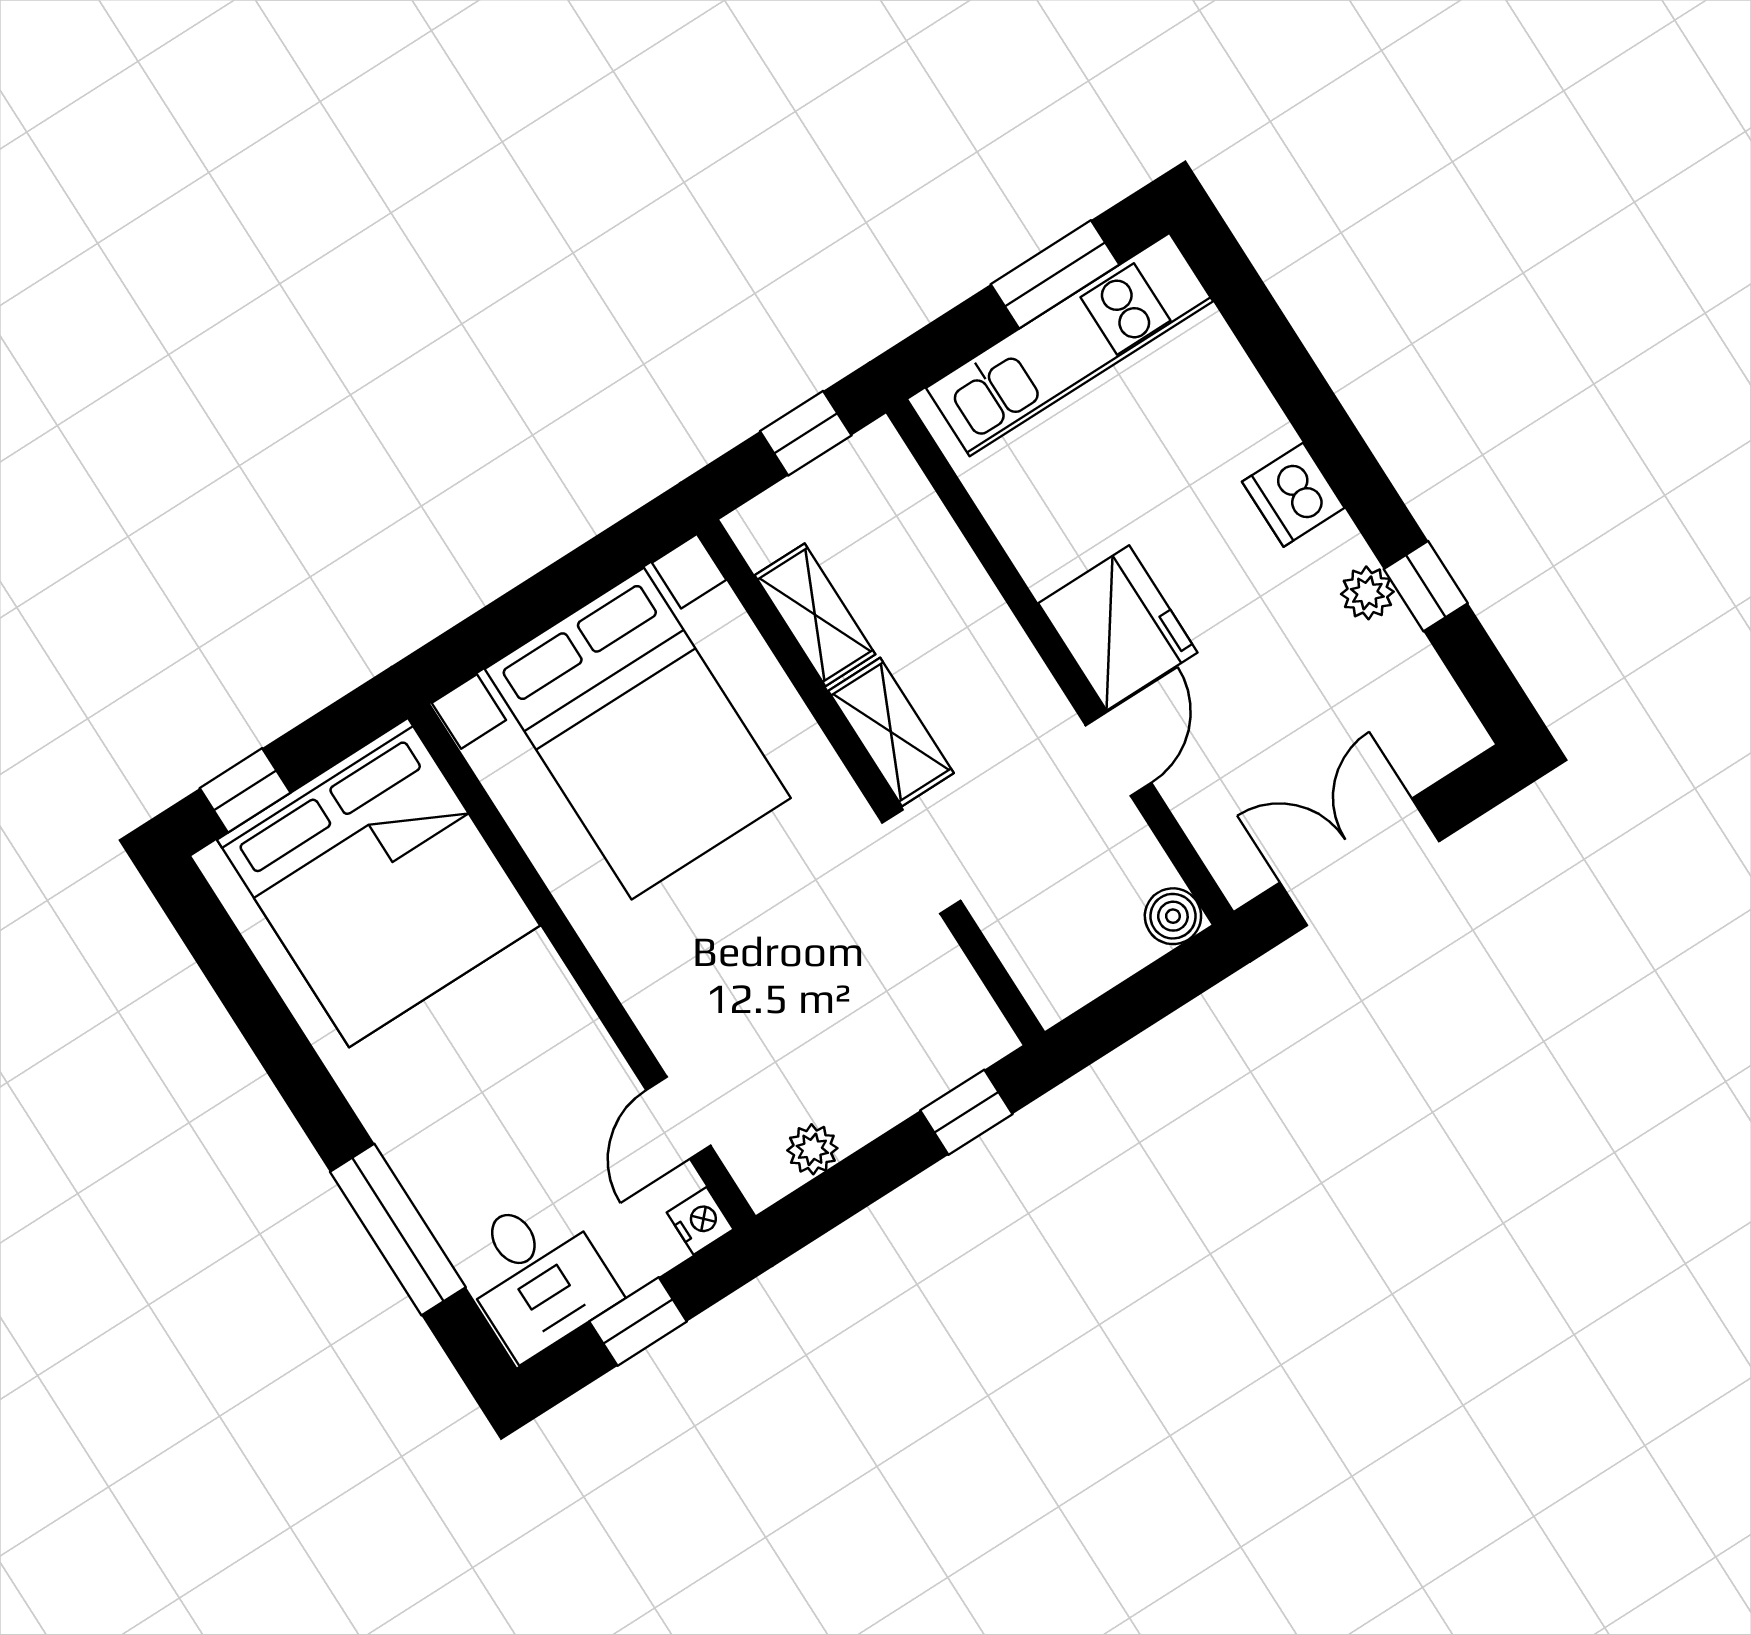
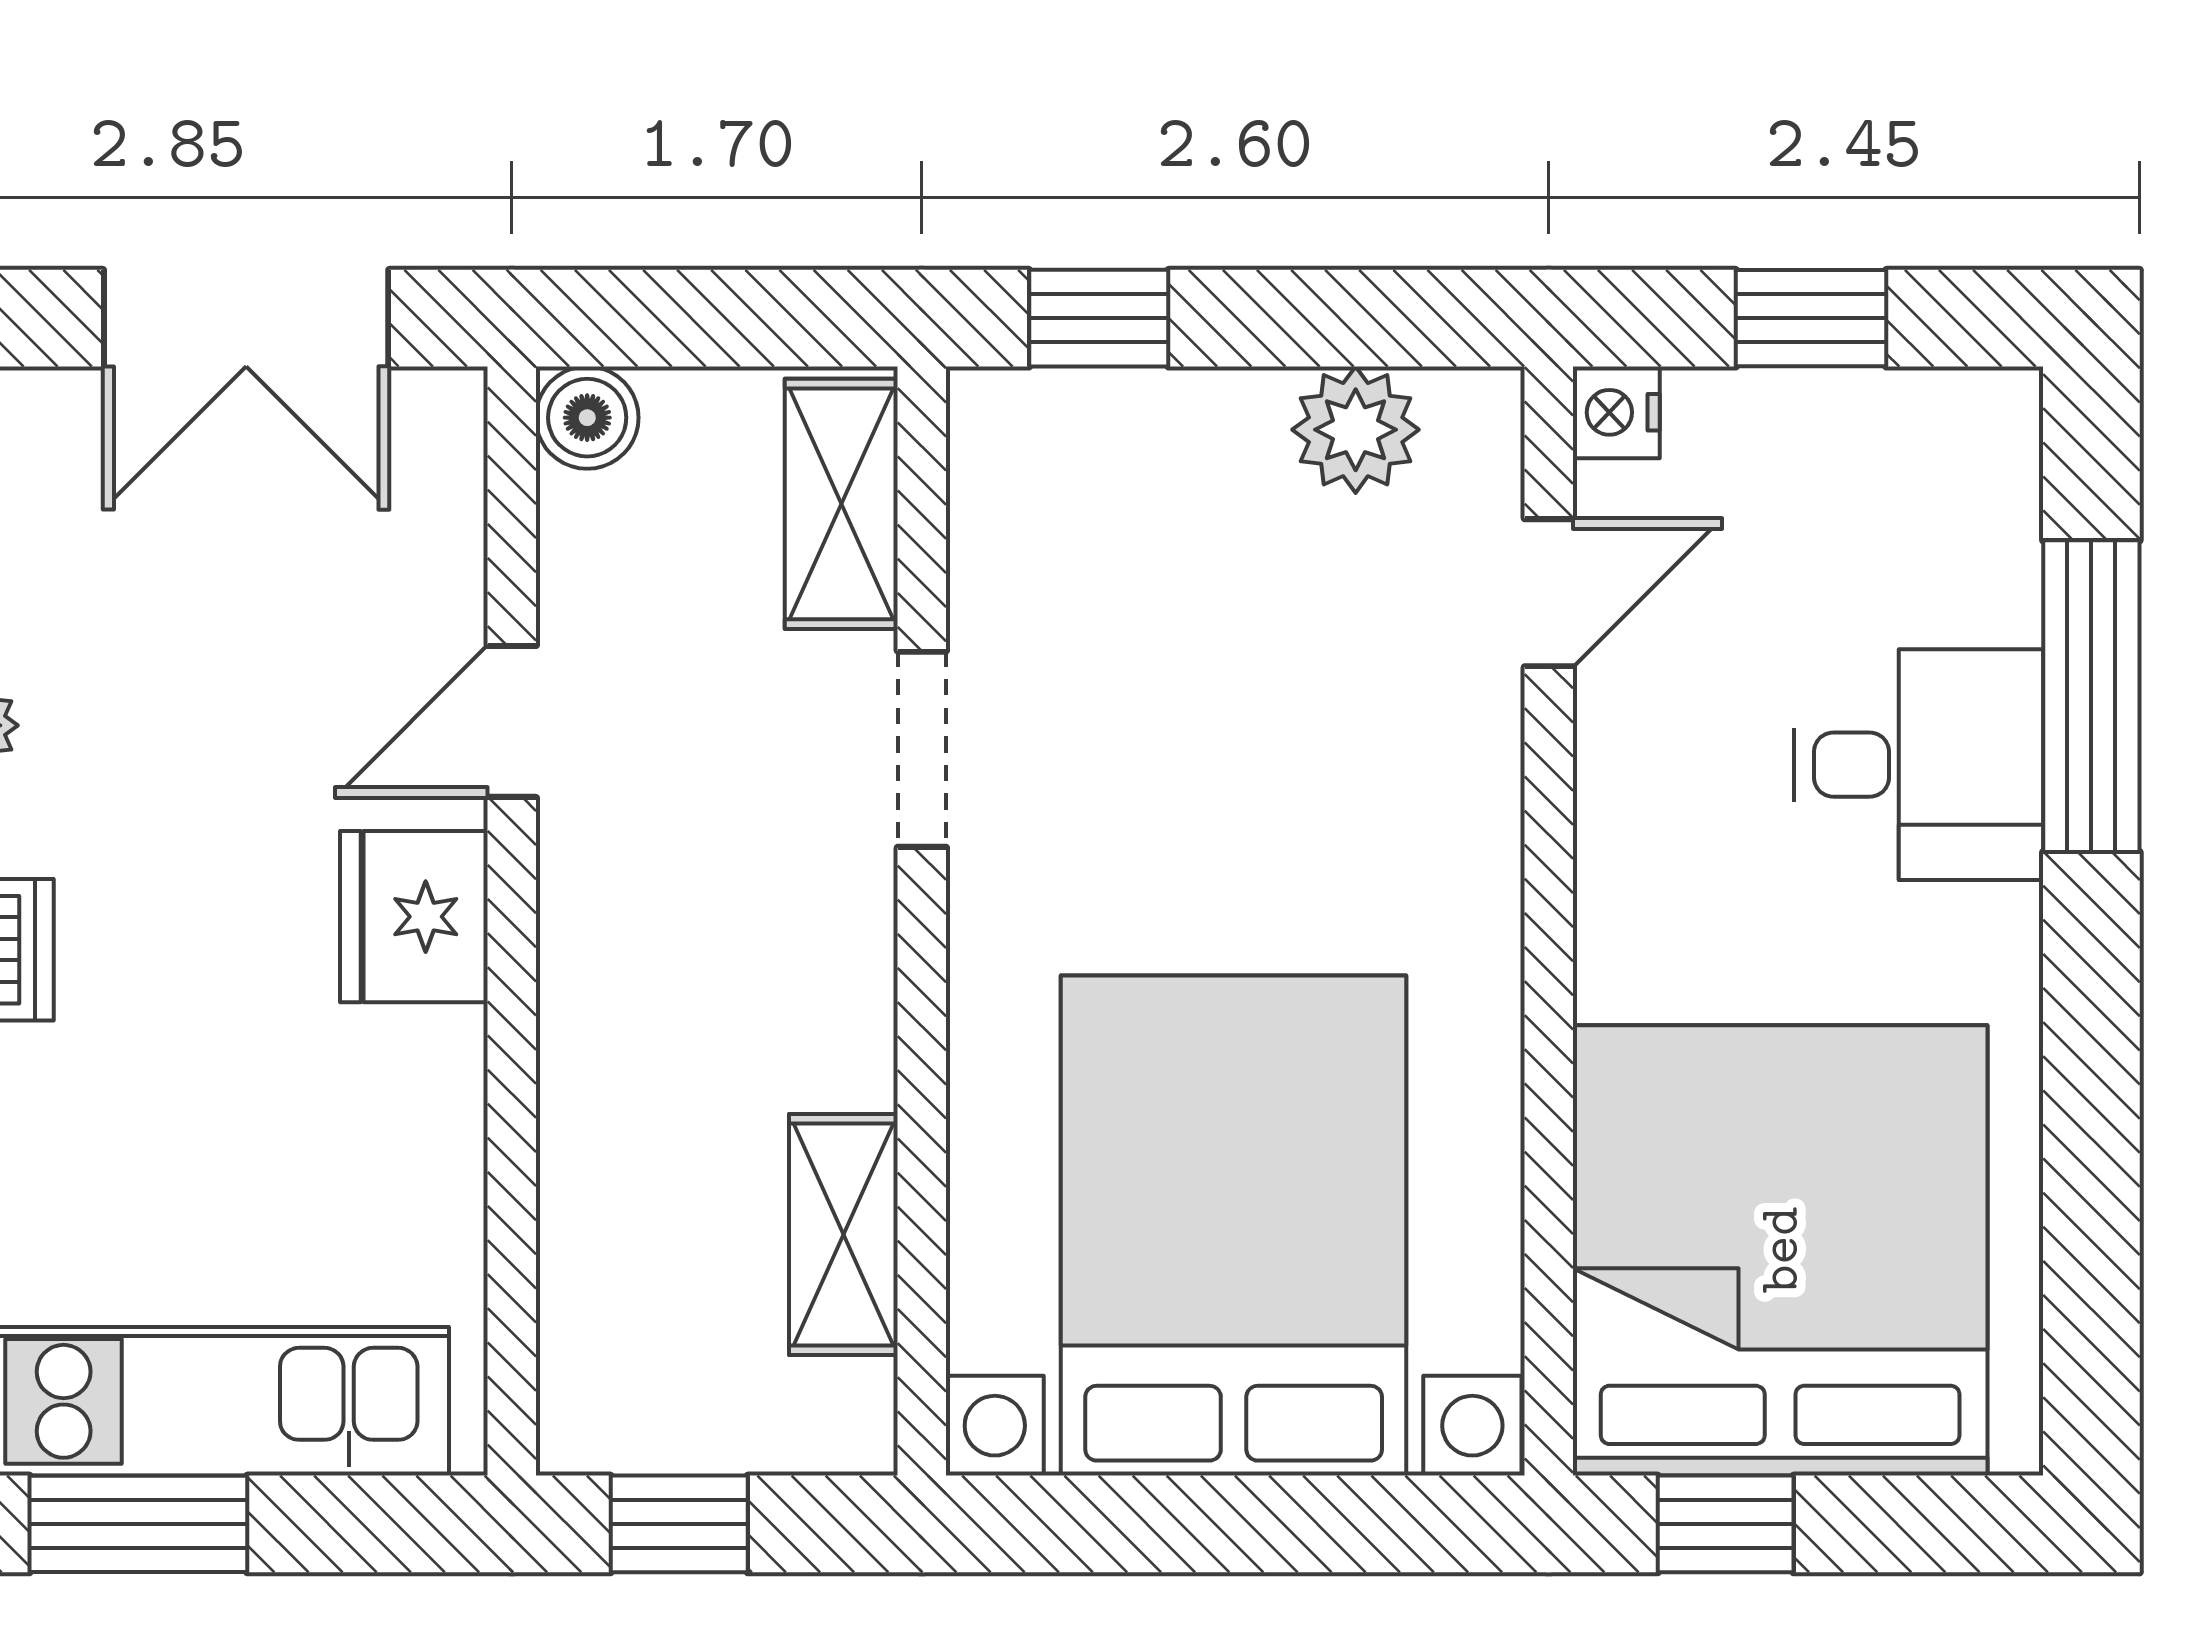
fridge: (1118, 628) -> (414, 917), width x0.73, depth x0.75
shelving: (891, 732) -> (841, 504), moved
window: (245, 790) -> (1726, 1524), moved
plant: (812, 1149) -> (1356, 430), width x1.38, depth x1.38
desk: (536, 1275) -> (1919, 765), moved, turned 90

